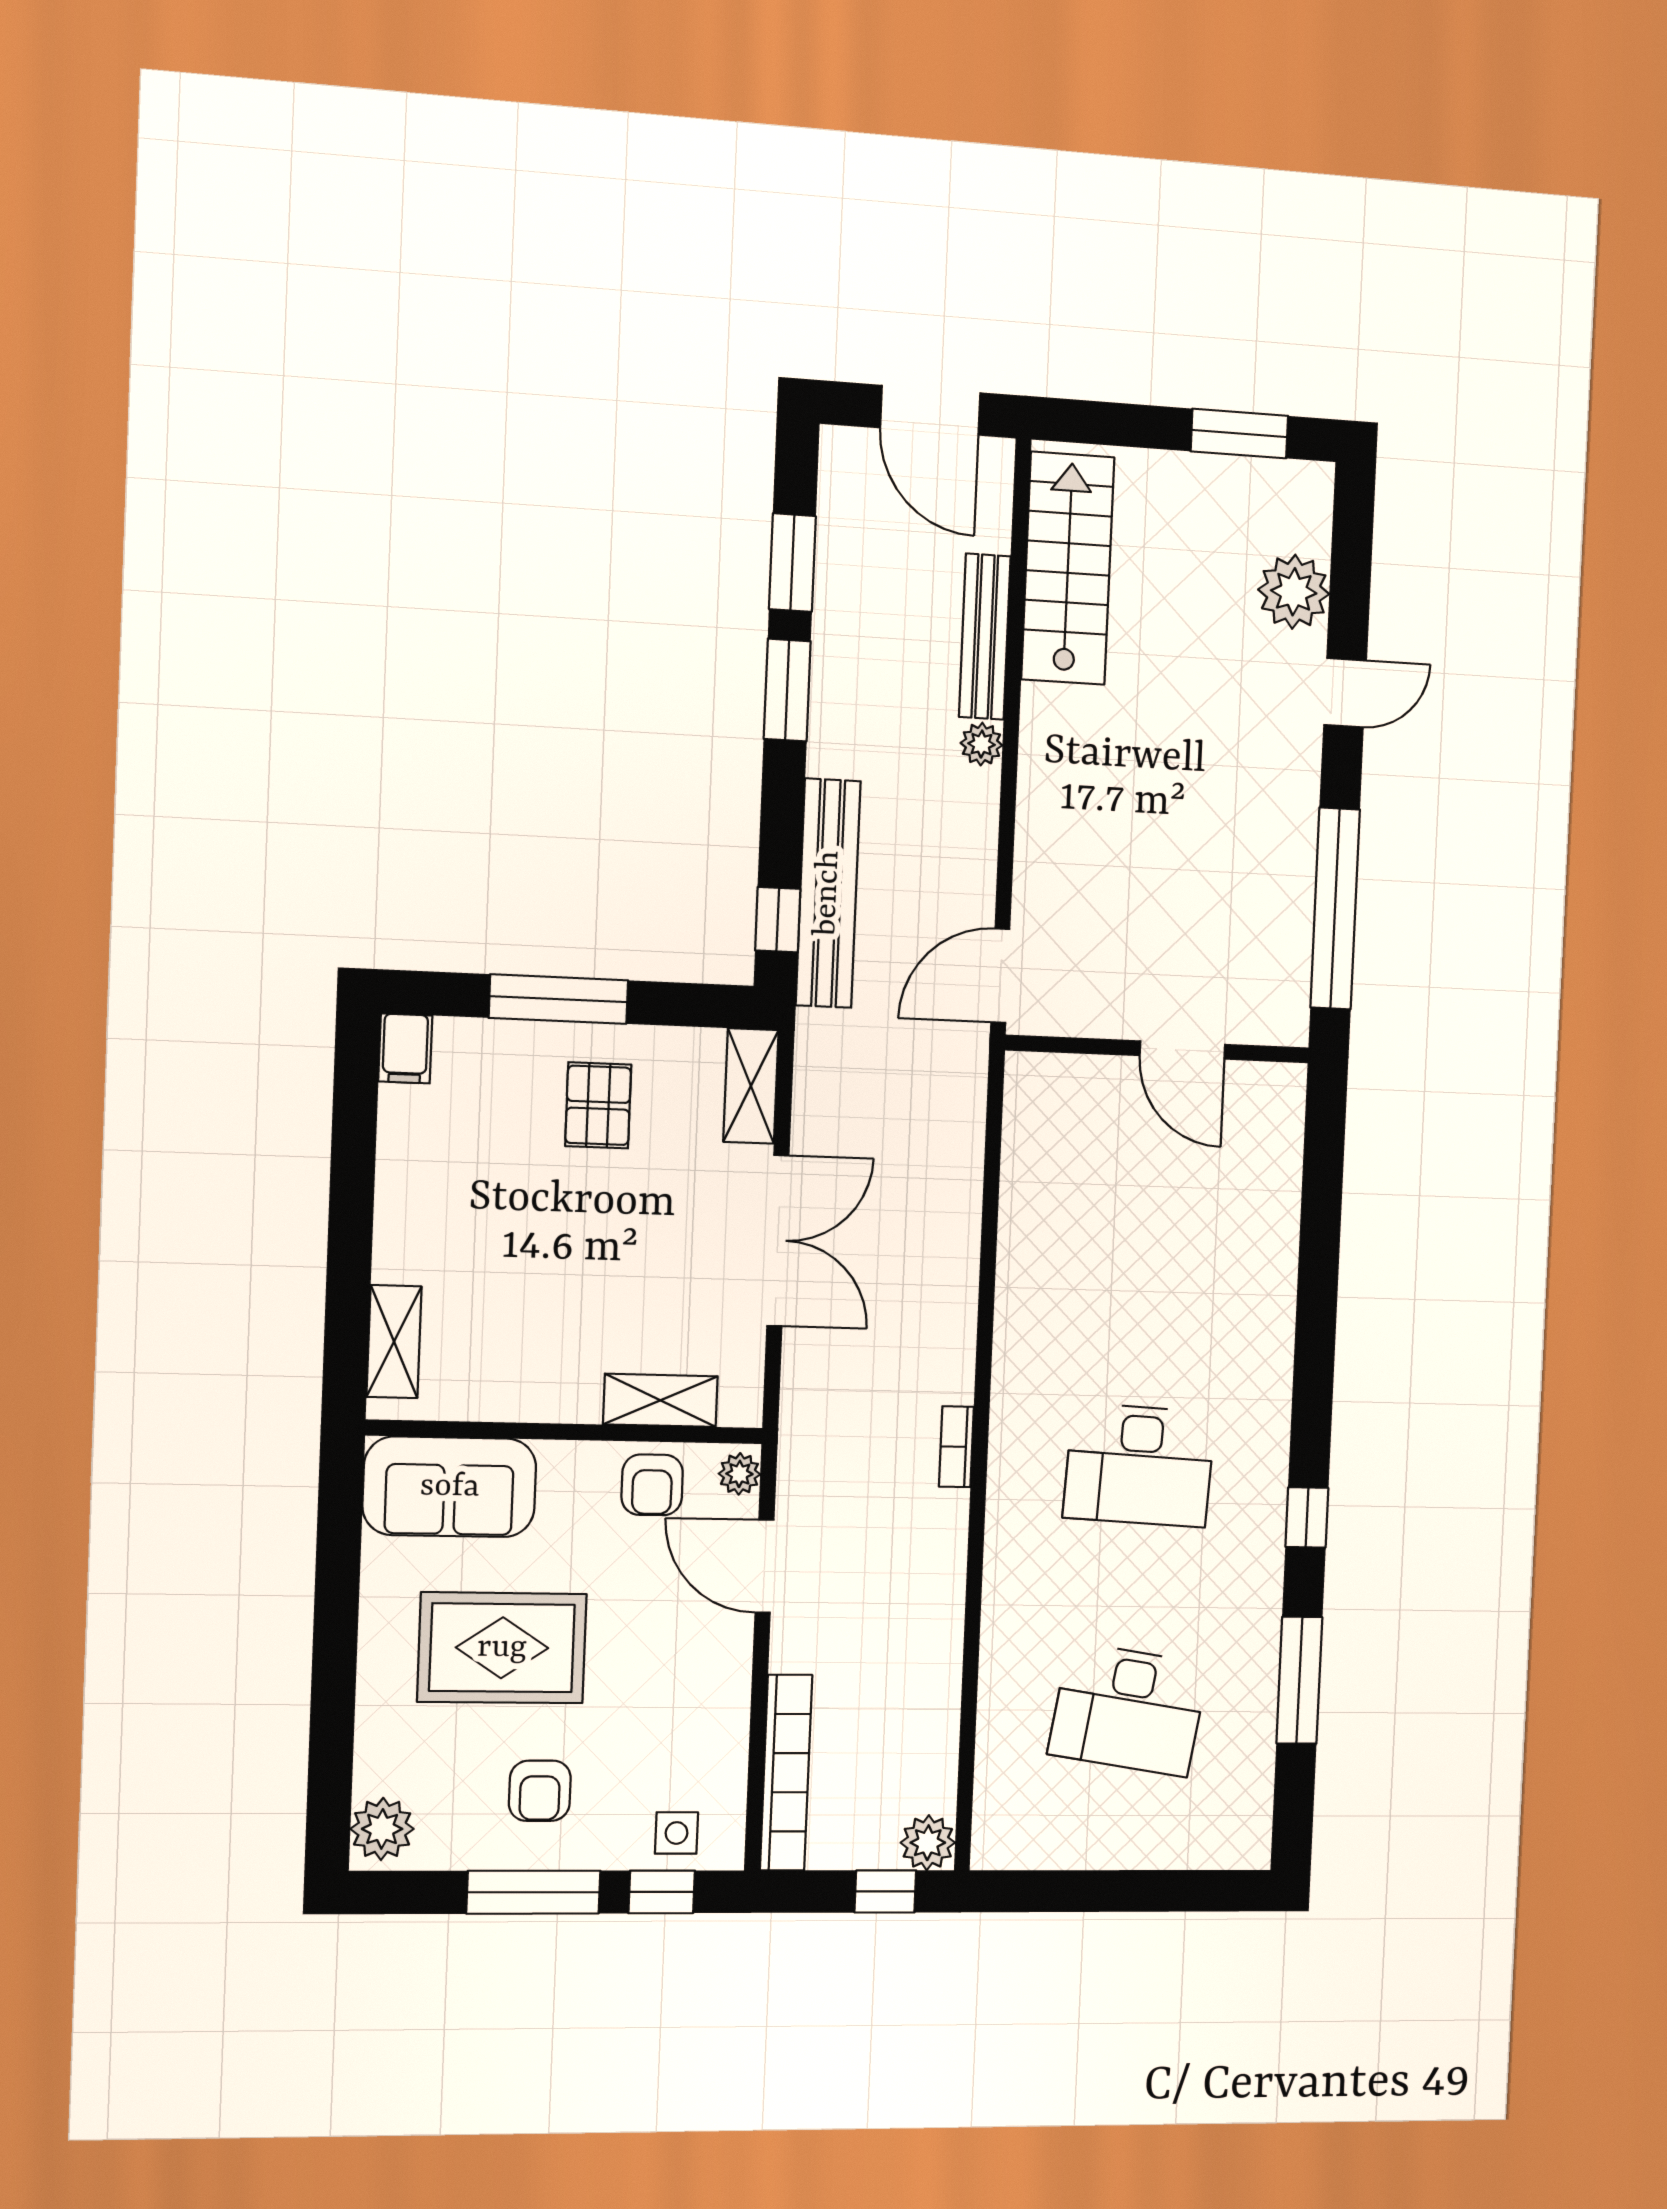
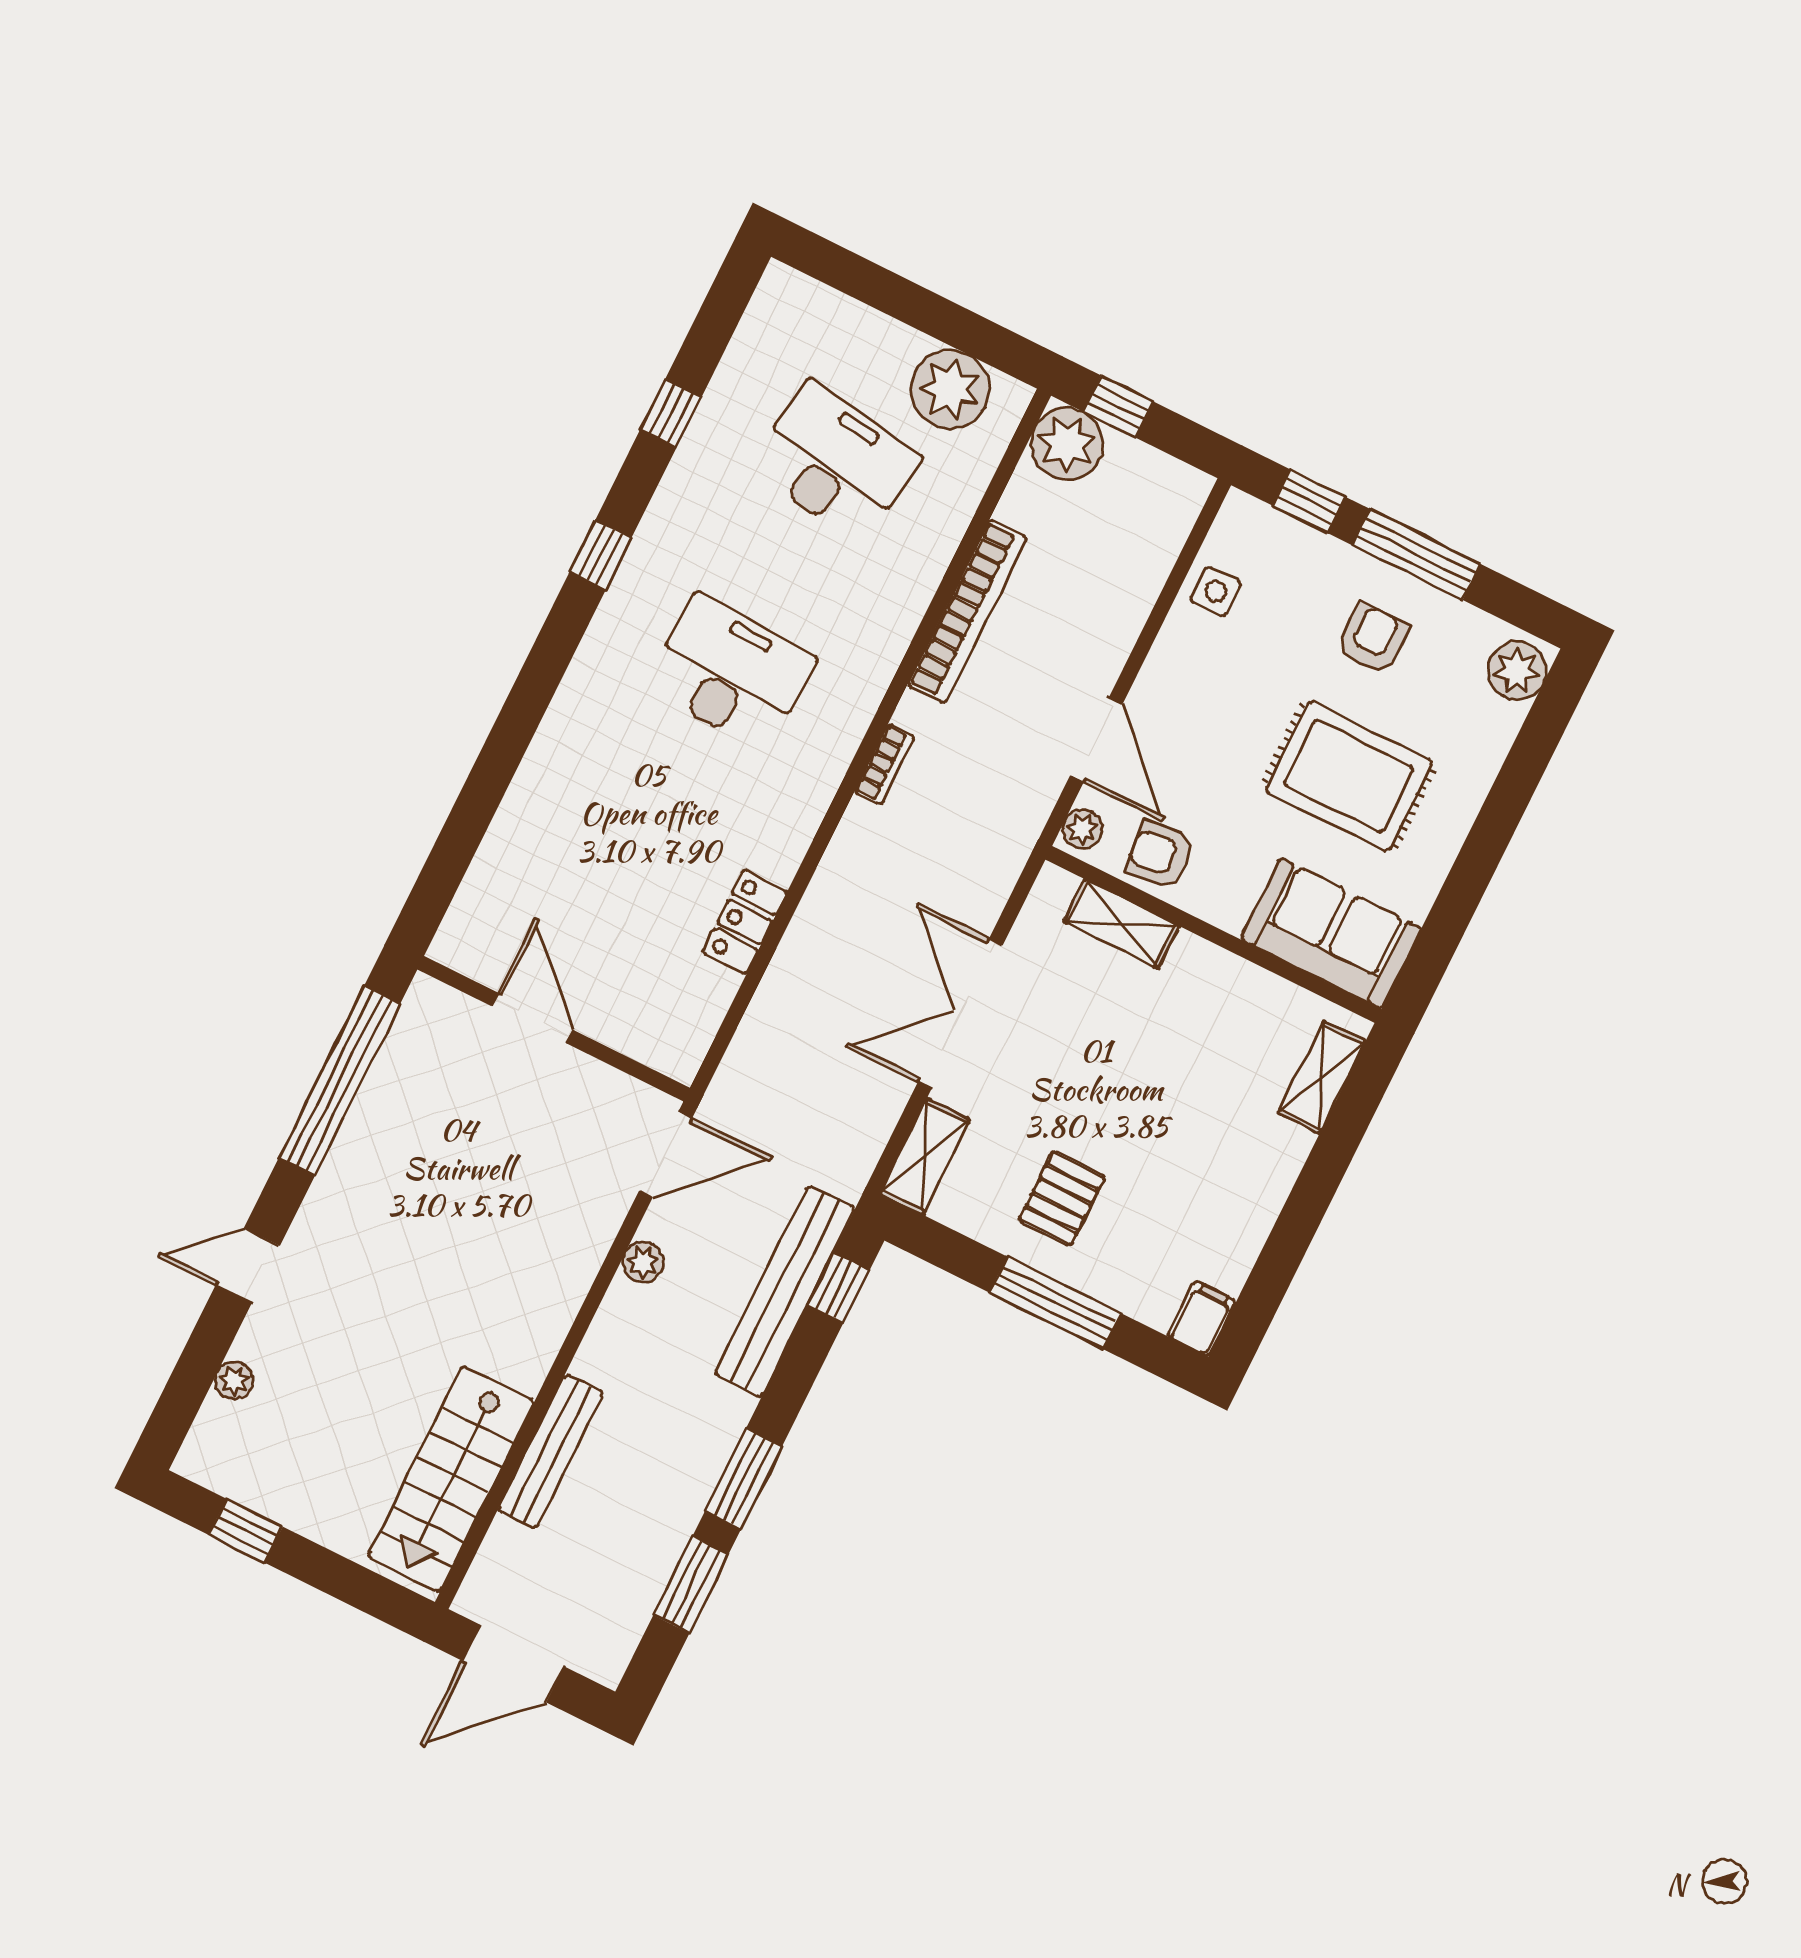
door: (930, 410) -> (513, 1664), swing flipped
window: (1239, 434) -> (246, 1531), width x0.67
plant: (1294, 592) -> (234, 1381), width x0.53, depth x0.53
plant: (981, 744) -> (643, 1262), moved
locker: (1023, 1234) -> (745, 922), added
armchair: (652, 1485) -> (1161, 855), turned -96
window: (1299, 1680) -> (671, 413), width x0.46
bookcase: (786, 1773) -> (967, 611), moved, turned 180
plant: (1051, 1830) -> (950, 389), added
side table: (677, 1833) -> (1216, 592), moved
plant: (928, 1843) -> (1067, 444), width x1.36, depth x1.36

